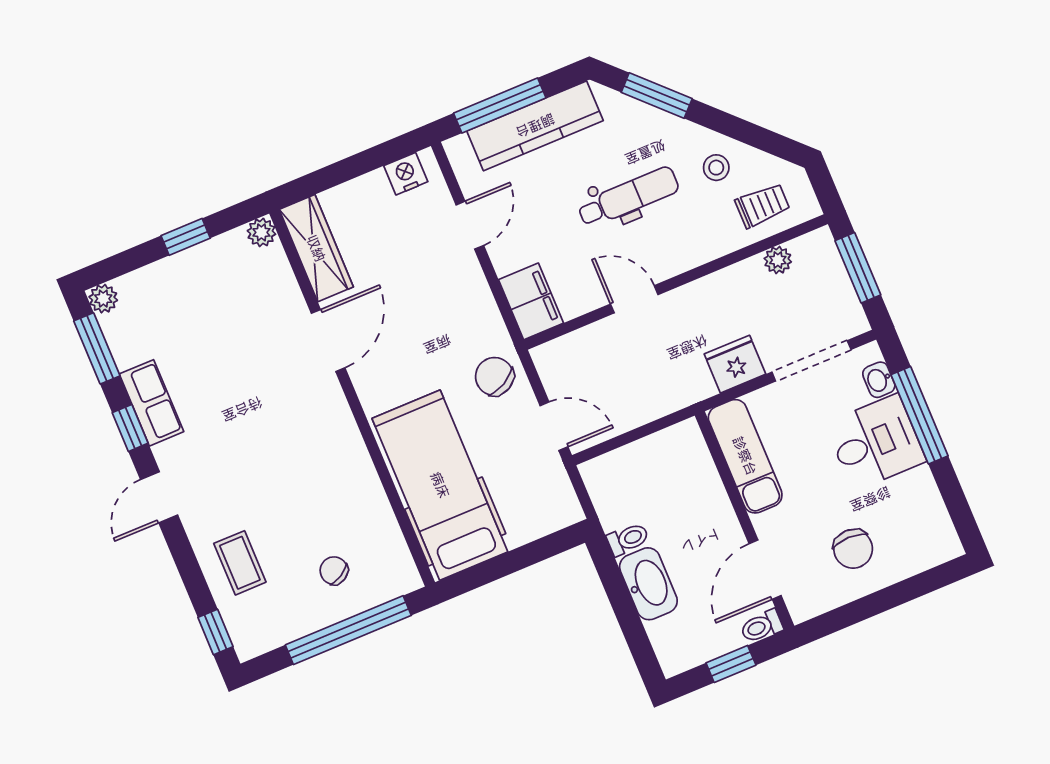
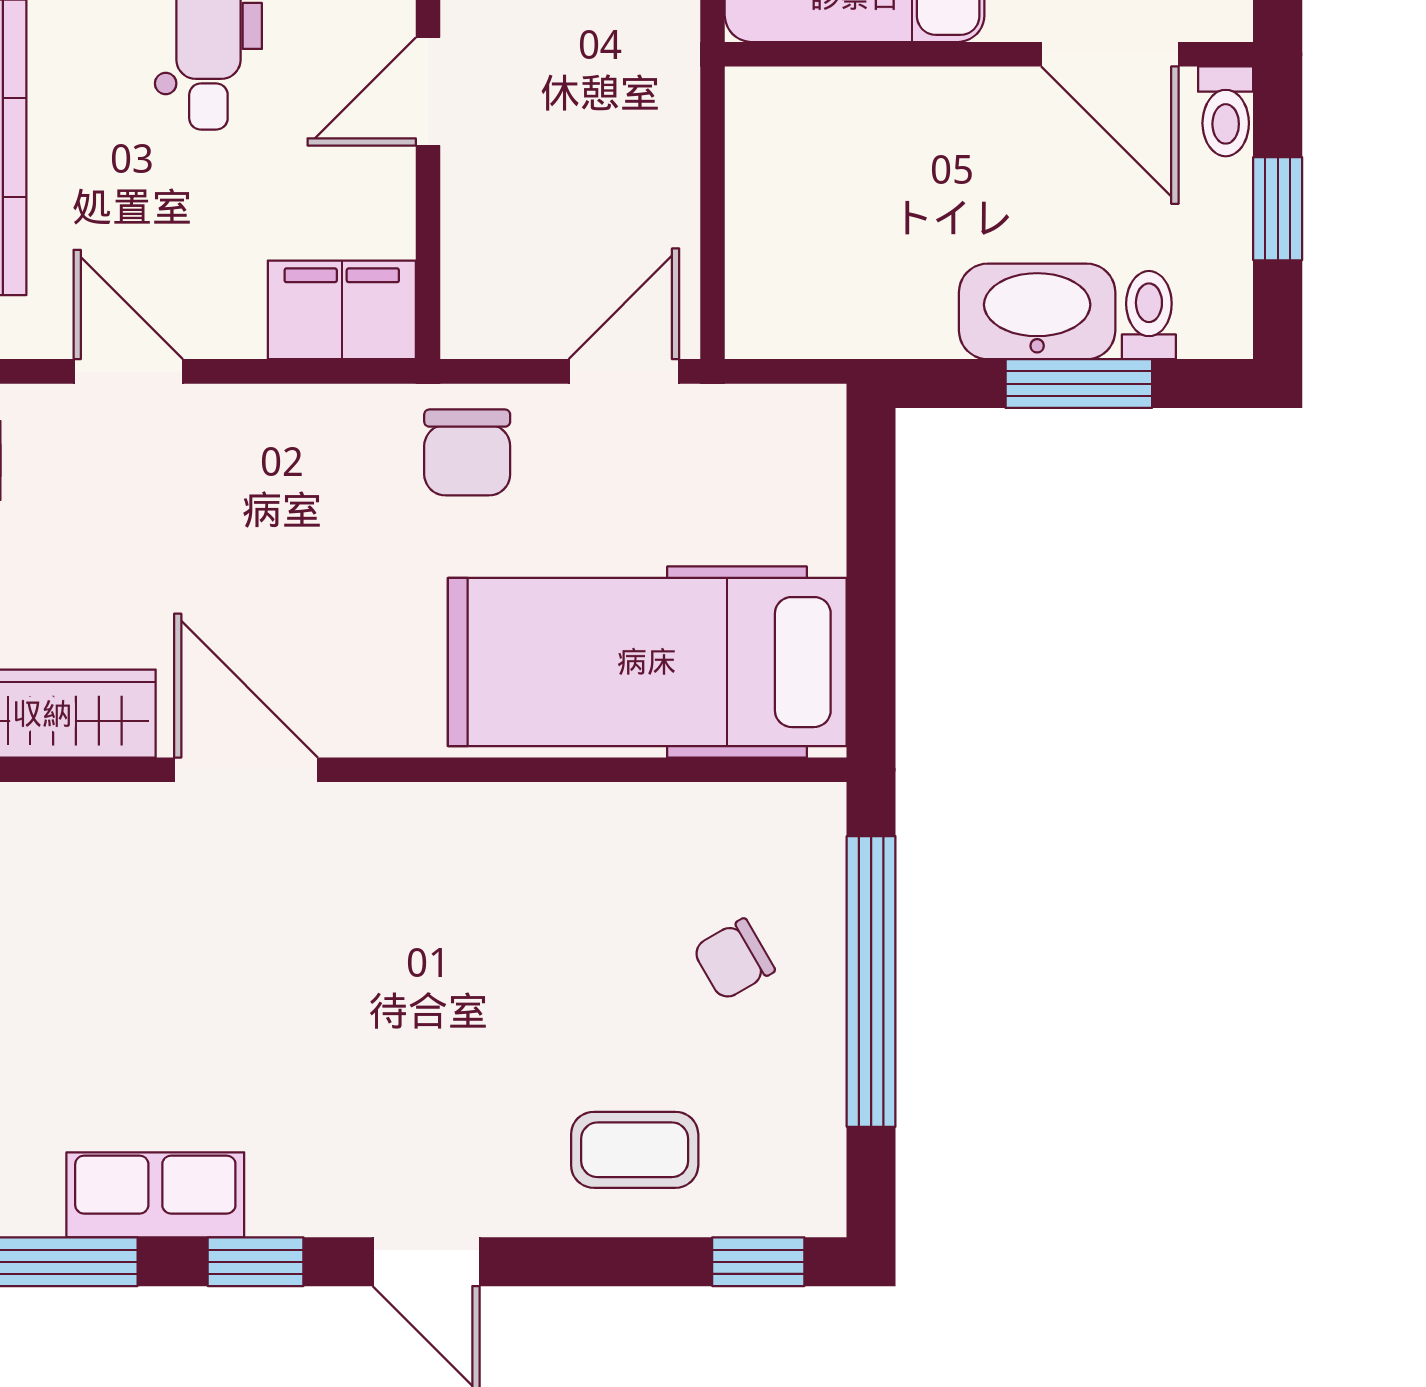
chair: (494, 376) -> (467, 452), turned -62
row of seats: (152, 403) -> (155, 1195), moved
toilet: (628, 539) -> (1149, 315), moved
window: (626, 613) -> (1079, 384), added

